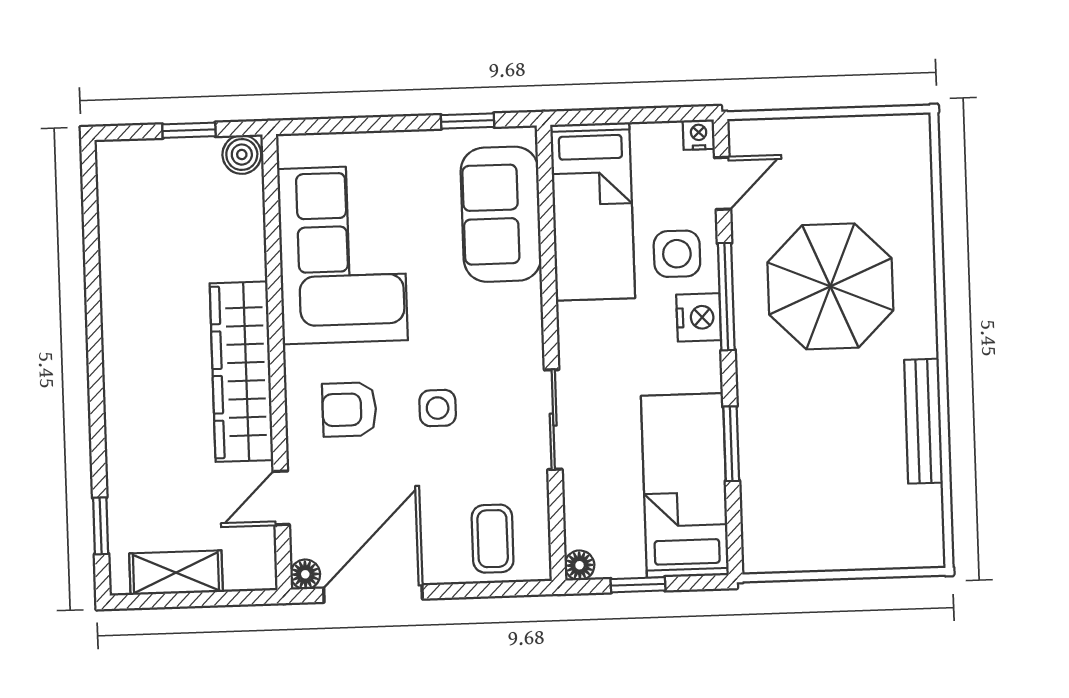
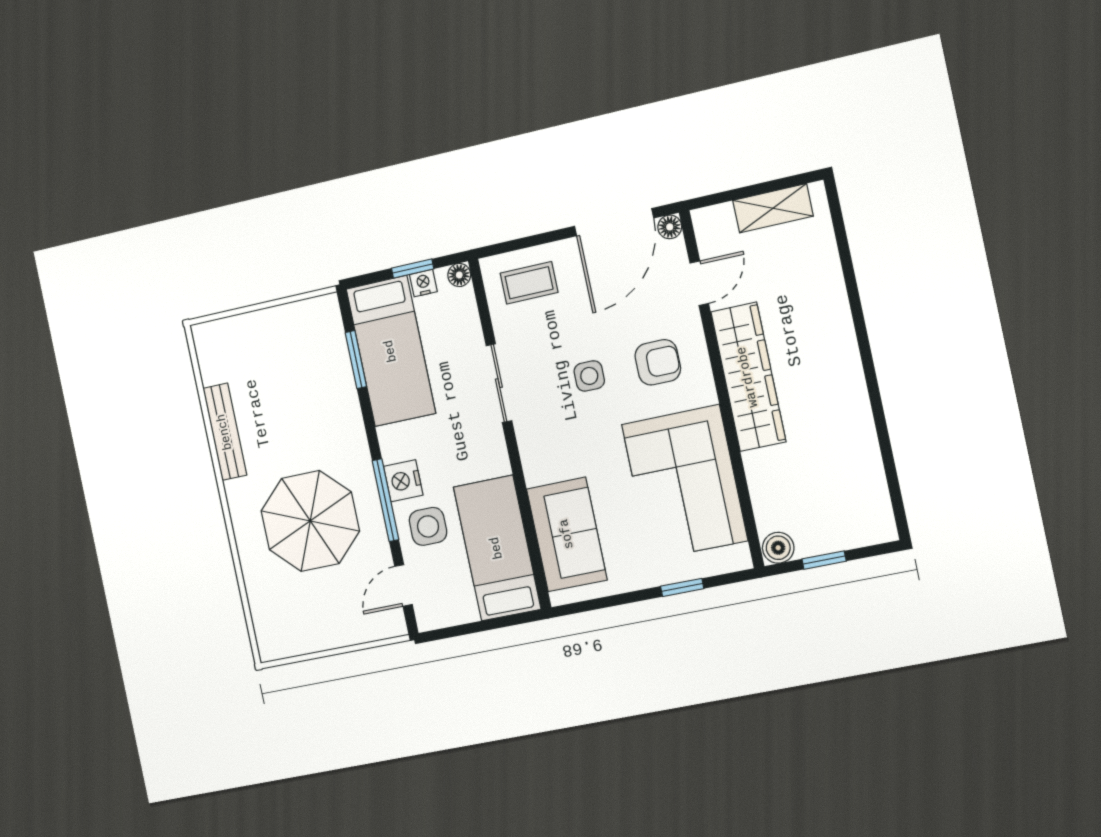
window: (468, 121) -> (682, 587), moved
nightstand: (699, 135) -> (423, 283), moved, turned 180
window: (731, 444) -> (356, 360), moved
window: (101, 526) -> (840, 234), removed
coffee table: (493, 539) -> (529, 283), turned 90

